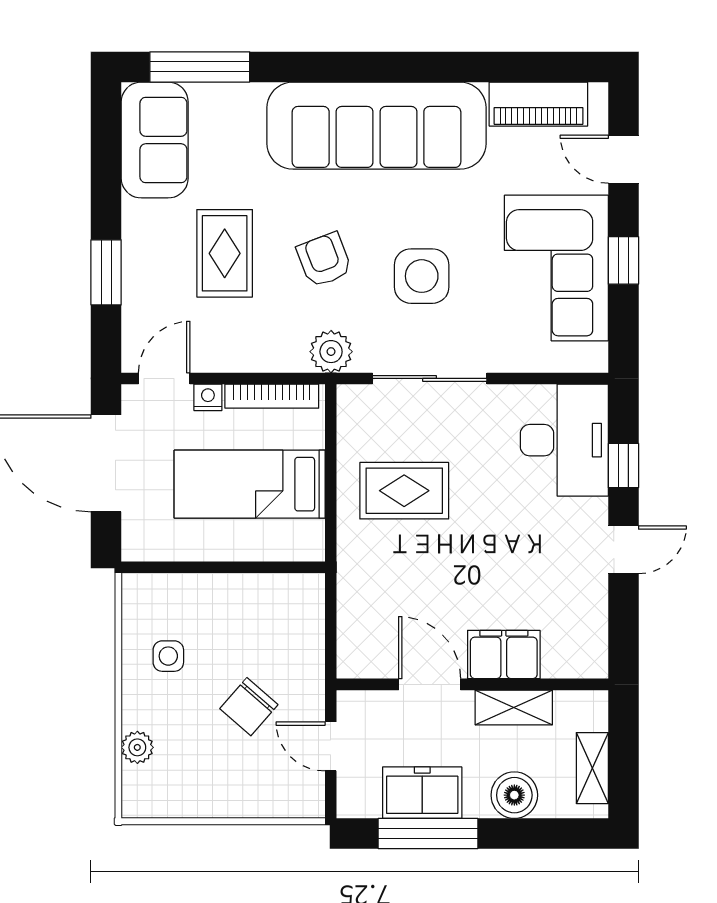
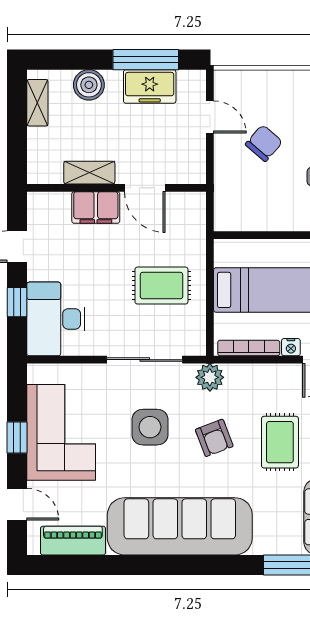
filing cabinet: (504, 655) -> (96, 207), moved
door: (430, 684) -> (145, 188), moved
wall: (472, 684) -> (117, 188), moved
shelving: (514, 707) -> (89, 173), moved

